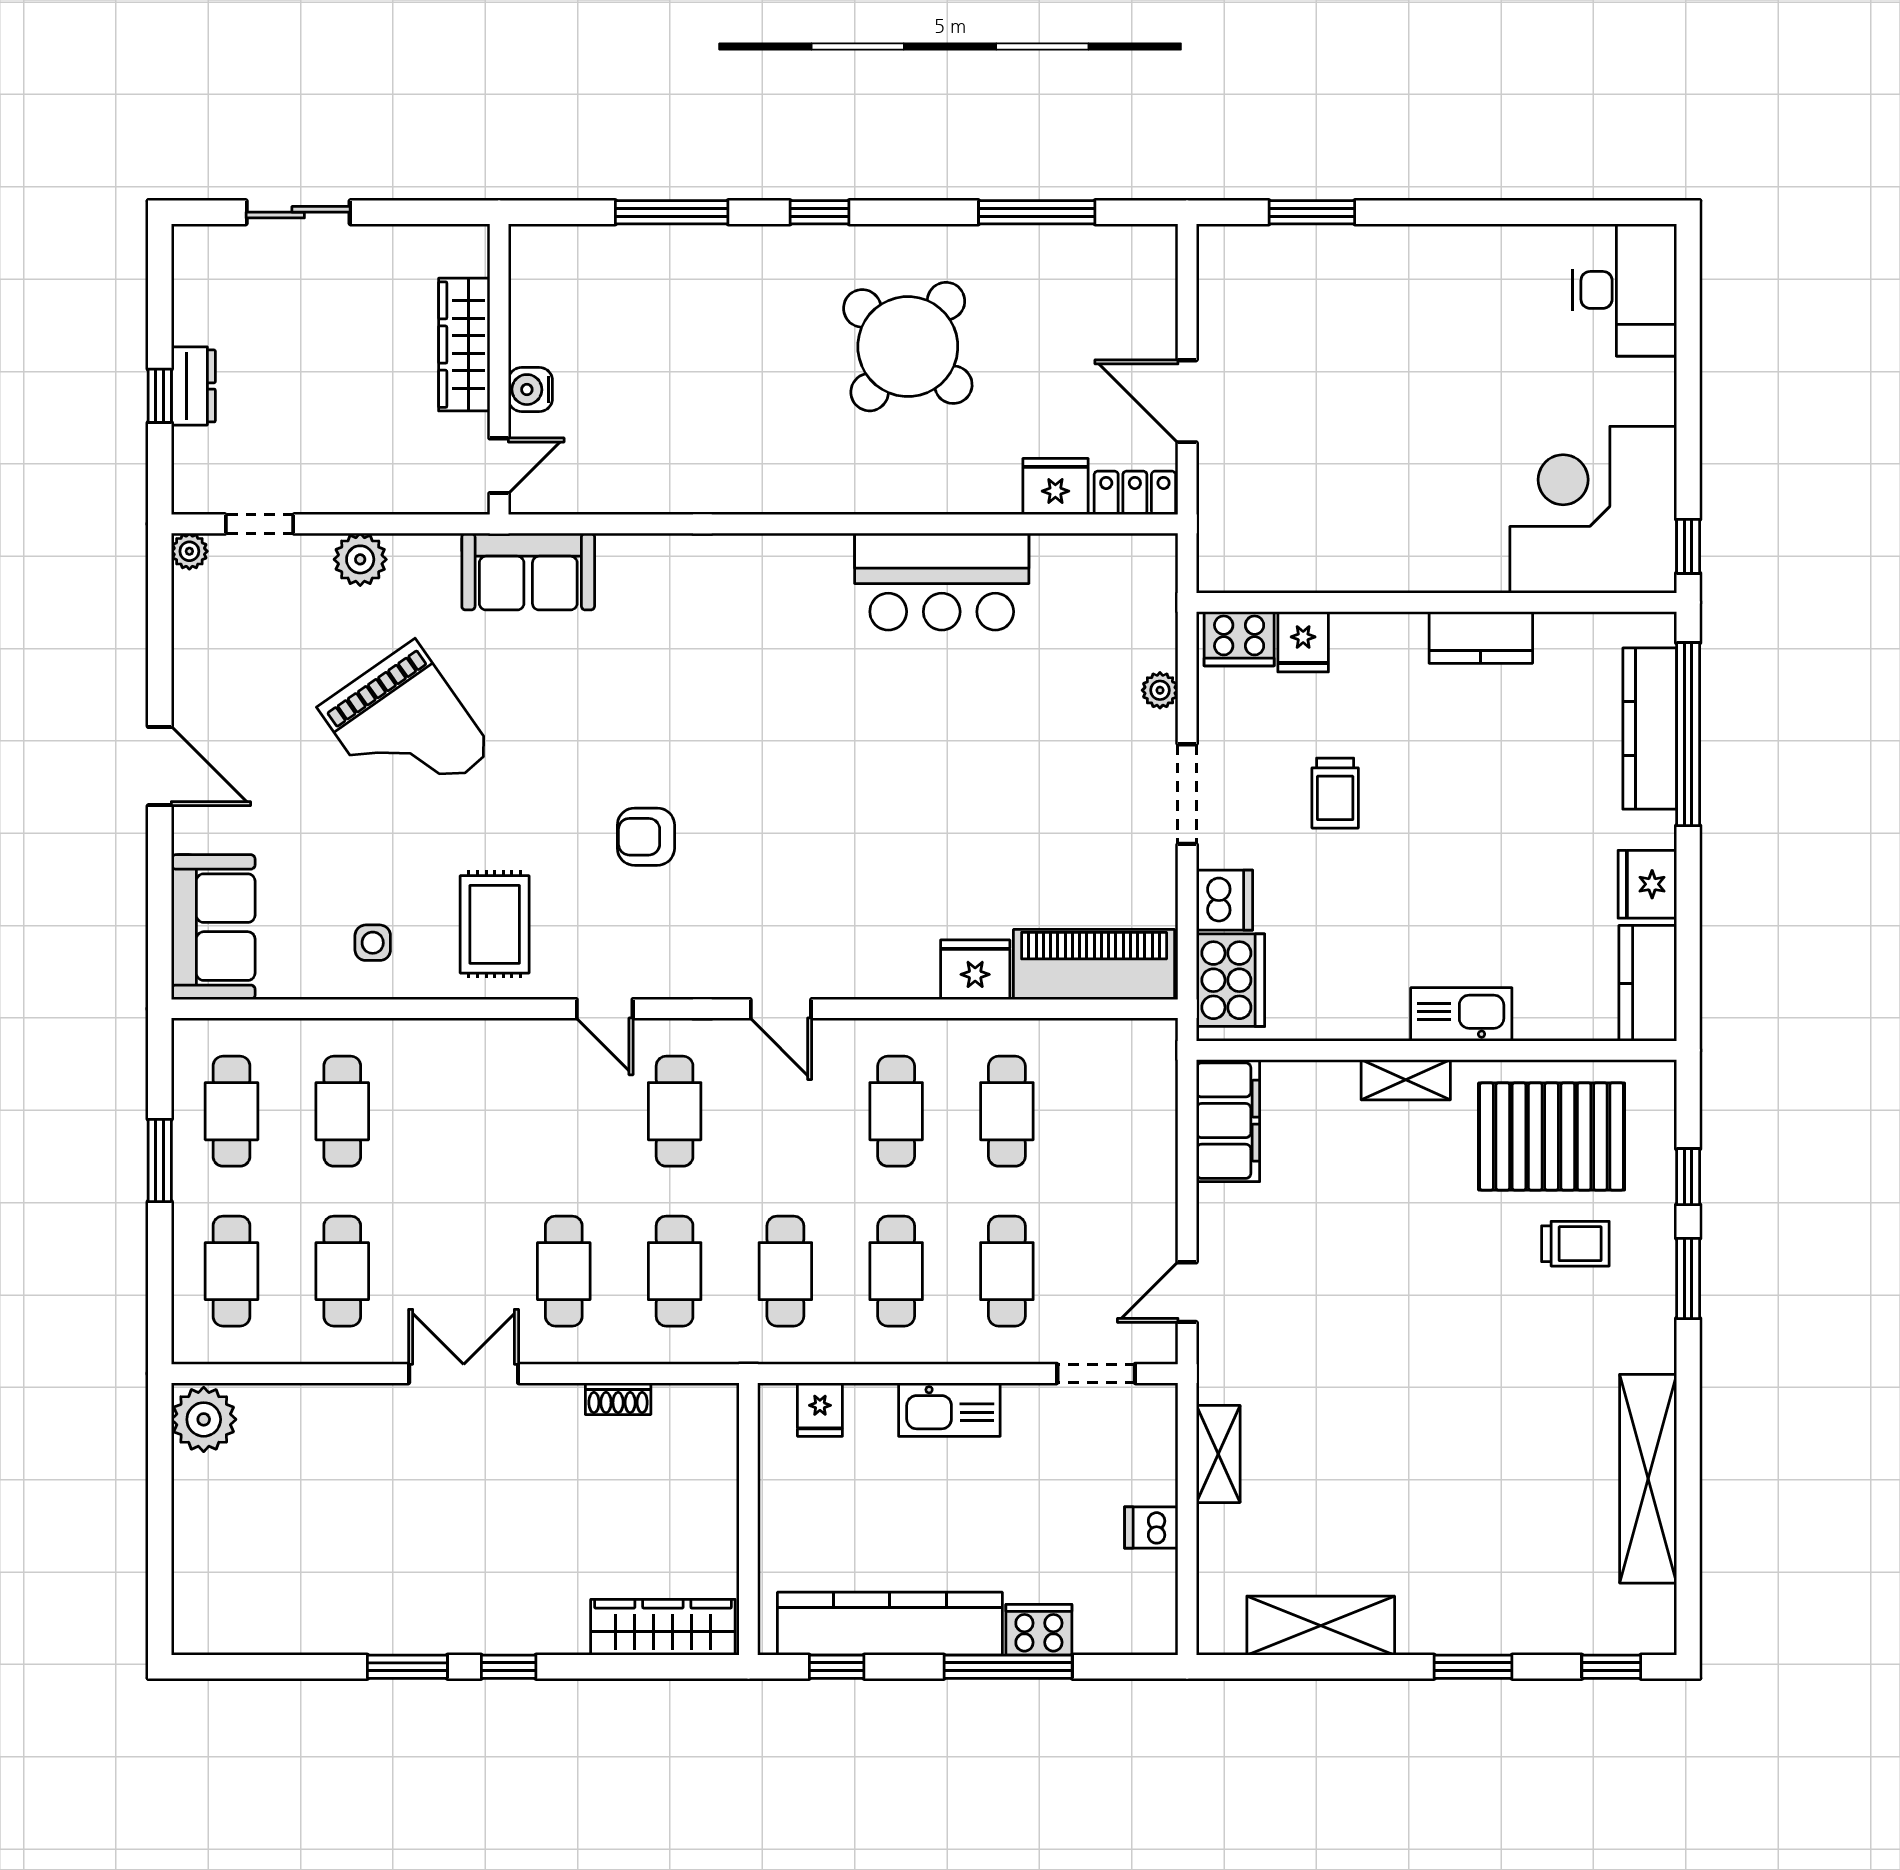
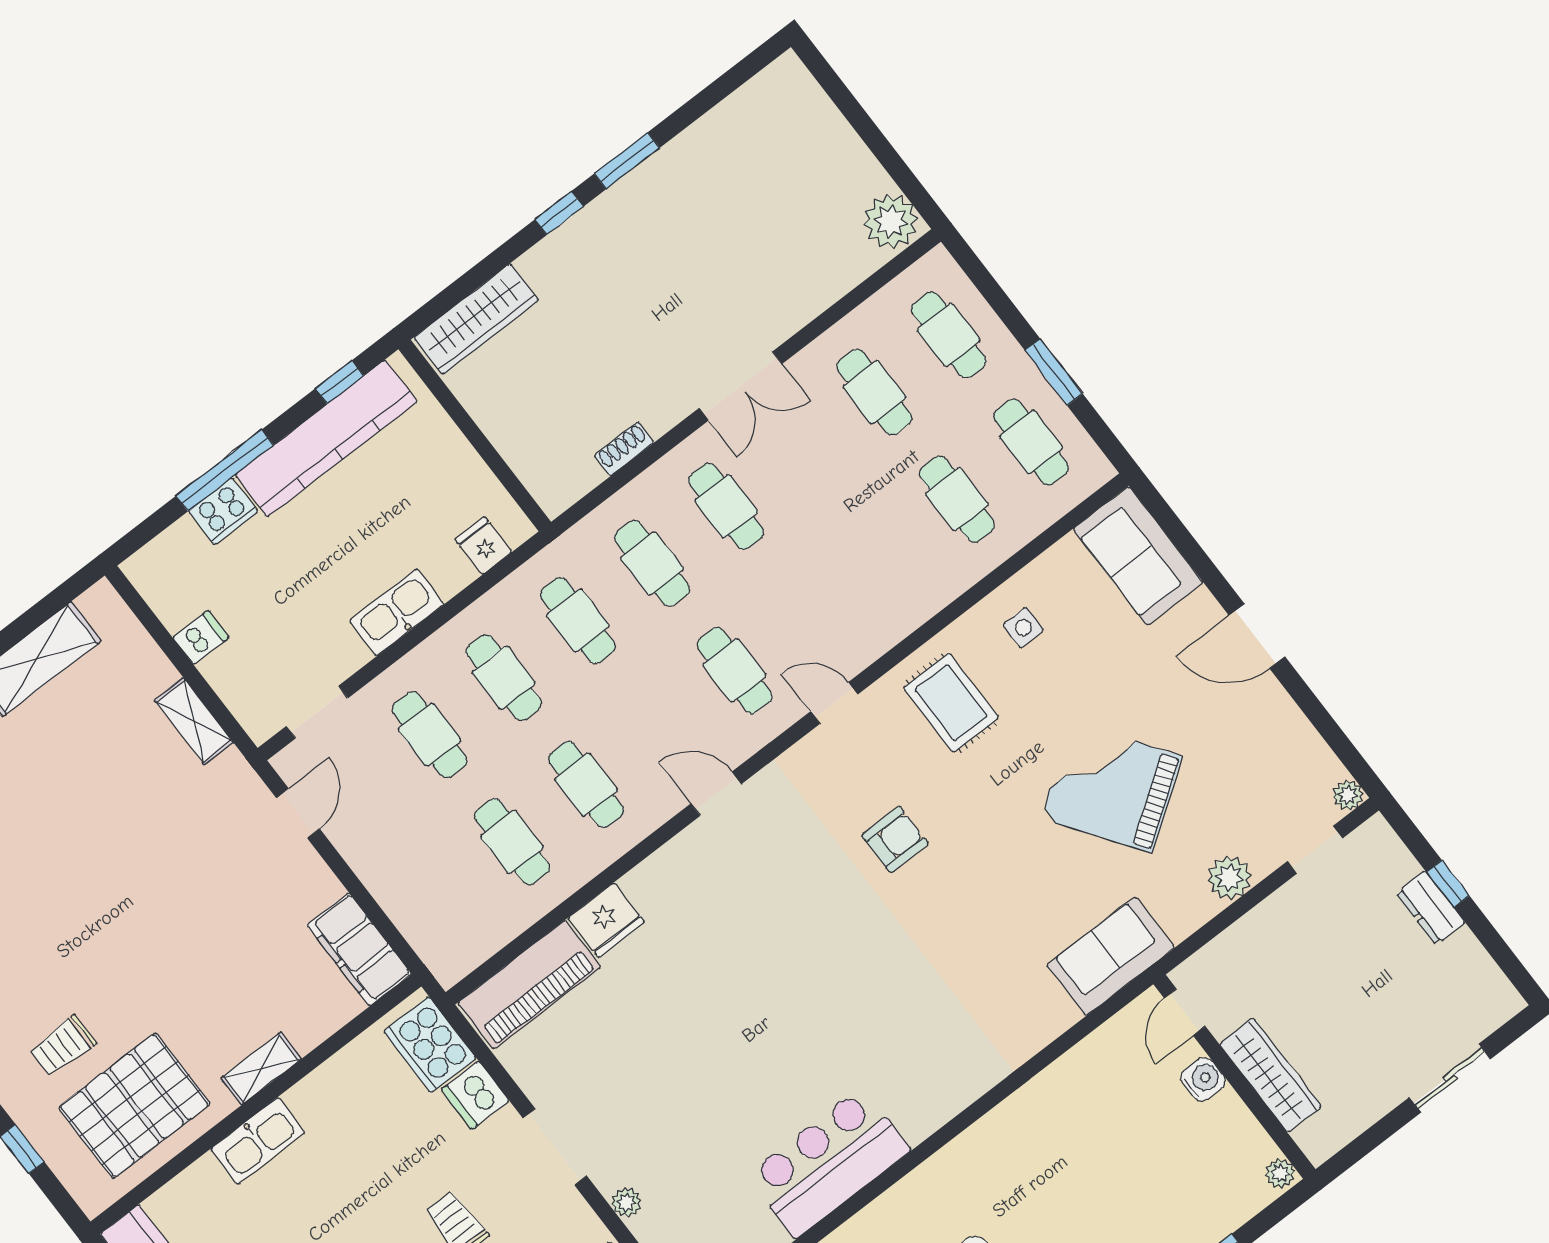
plant: (526, 246) -> (1280, 1173), added

